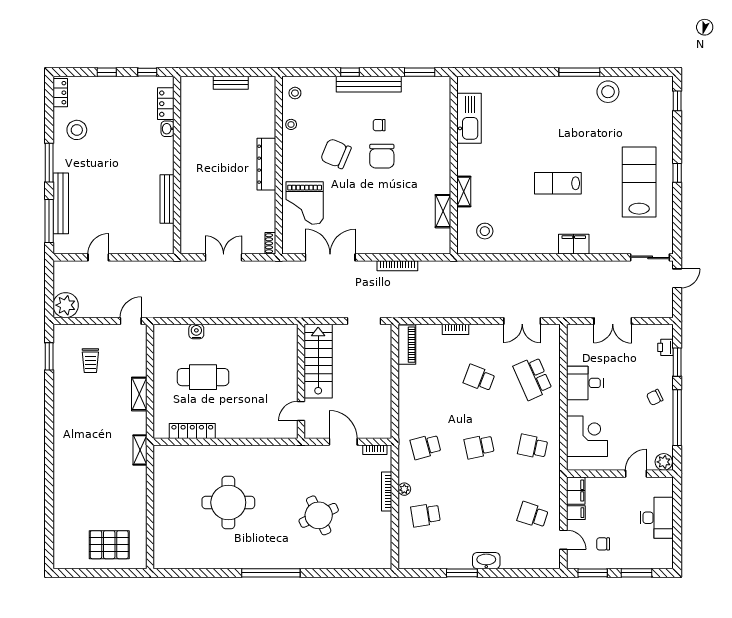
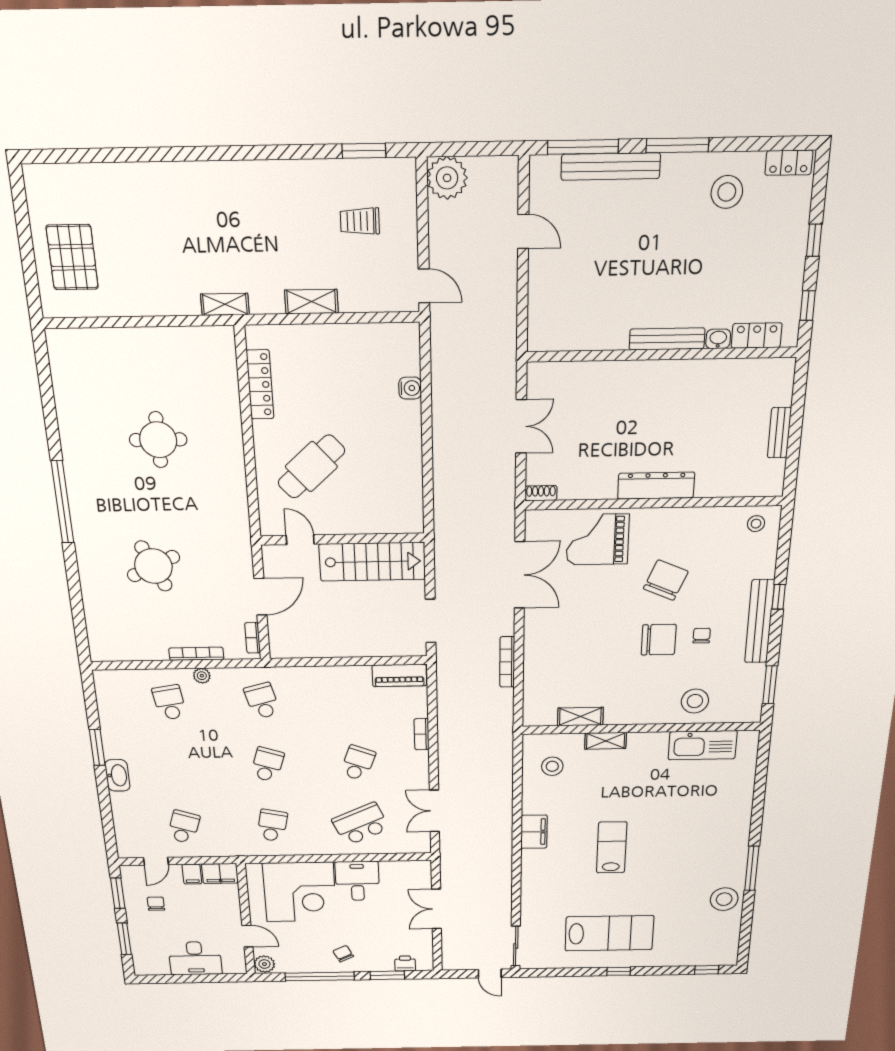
stool: (291, 124) -> (695, 701), moved, width x1.89, depth x1.89
chair: (382, 156) -> (659, 640), turned 180
bench: (167, 199) -> (667, 339), moved
filing cabinet: (574, 244) -> (534, 832), moved
cafe table: (203, 377) -> (311, 467), moved, turned 48
corner desk: (587, 436) -> (300, 892), width x1.36, depth x1.36
school desk: (479, 447) -> (267, 765), turned 30
round table: (228, 502) -> (158, 440), width x0.73, depth x0.73

